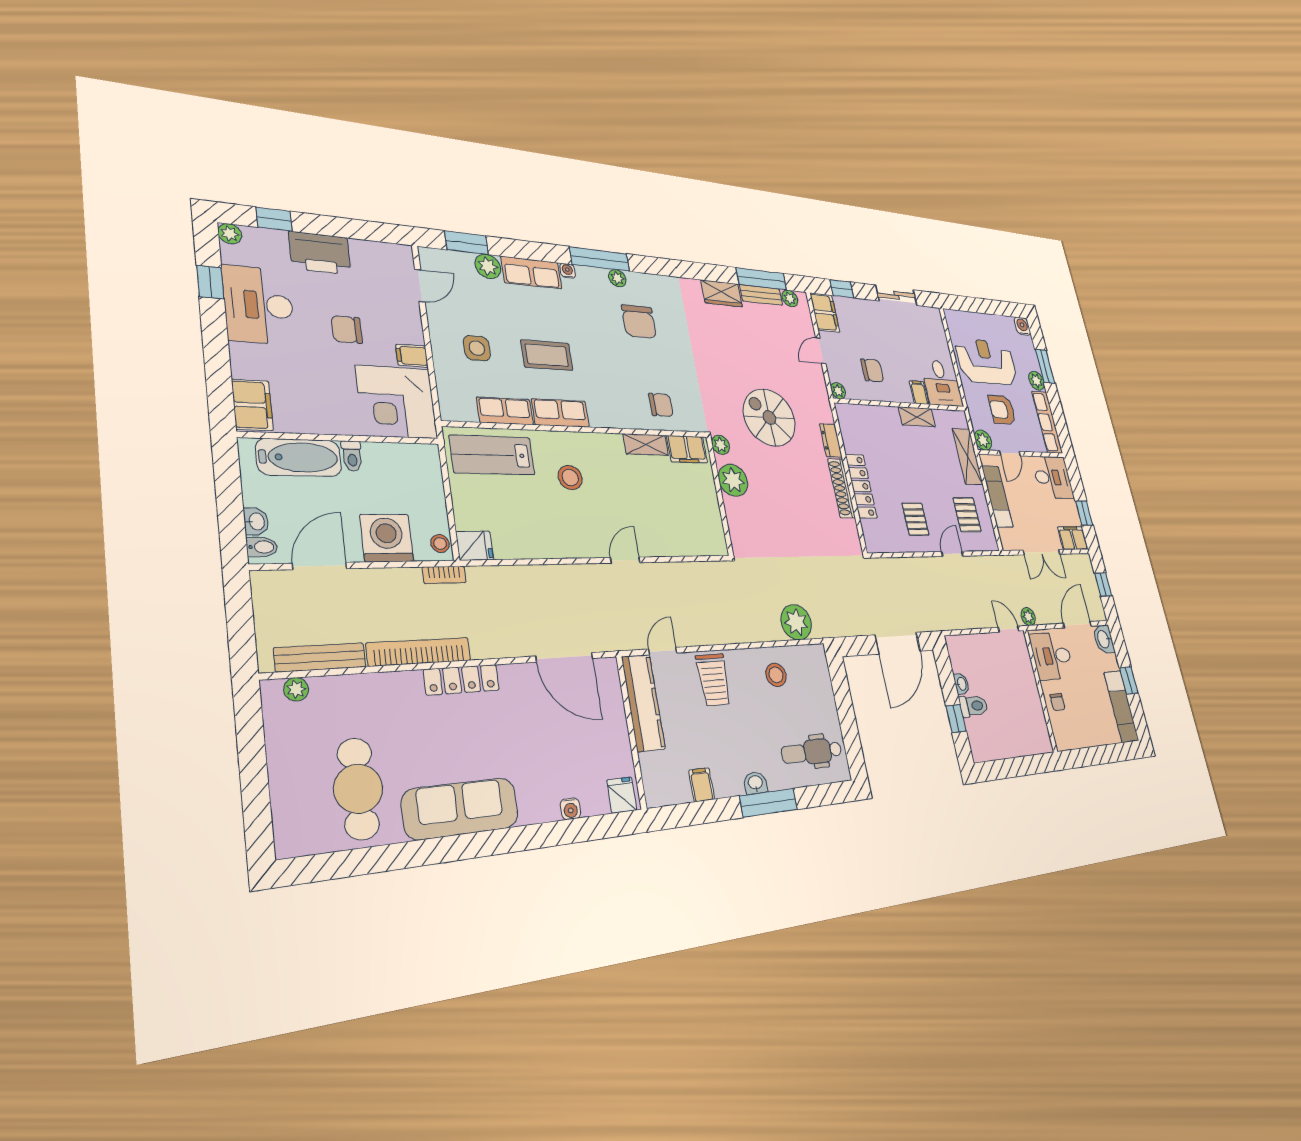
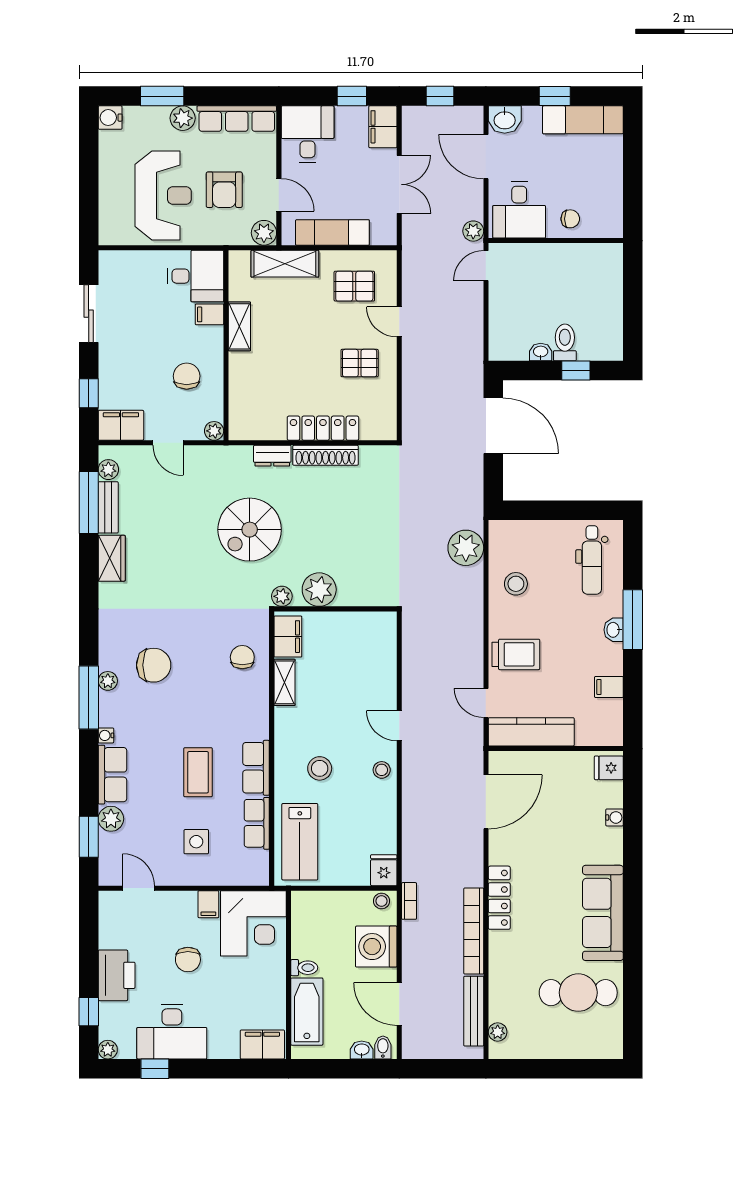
reception desk: (986, 362) -> (163, 195), turned 180
stool: (579, 542) -> (382, 770), added

